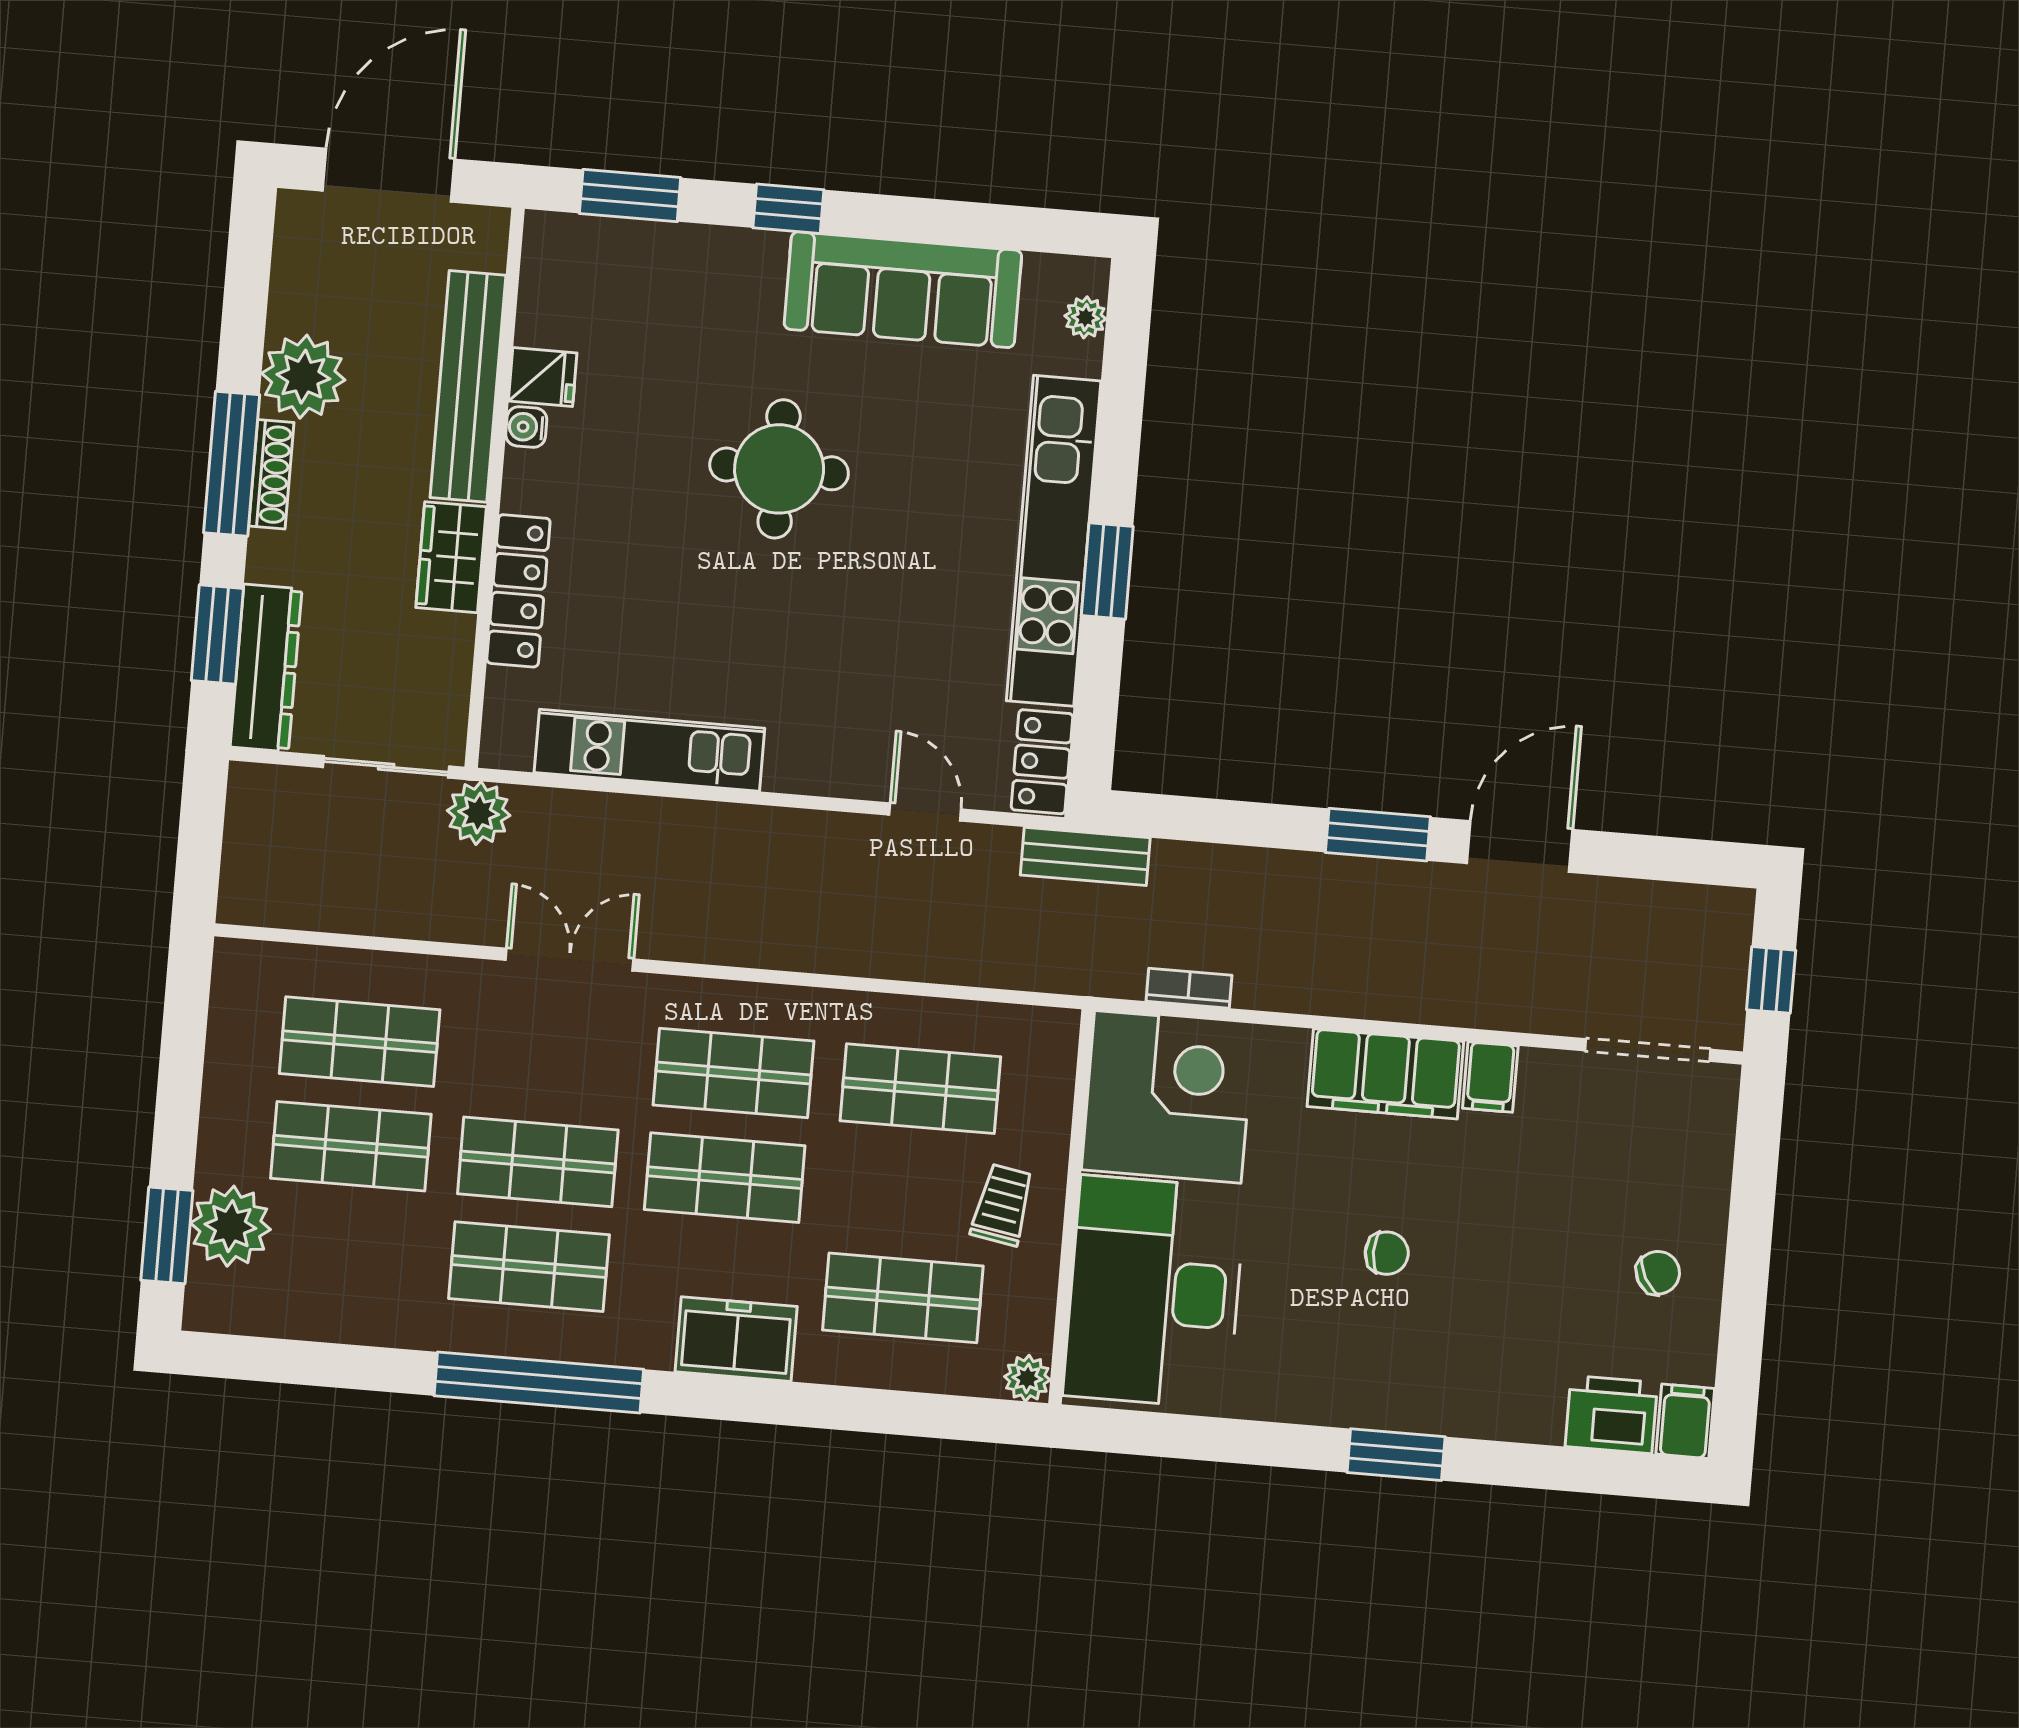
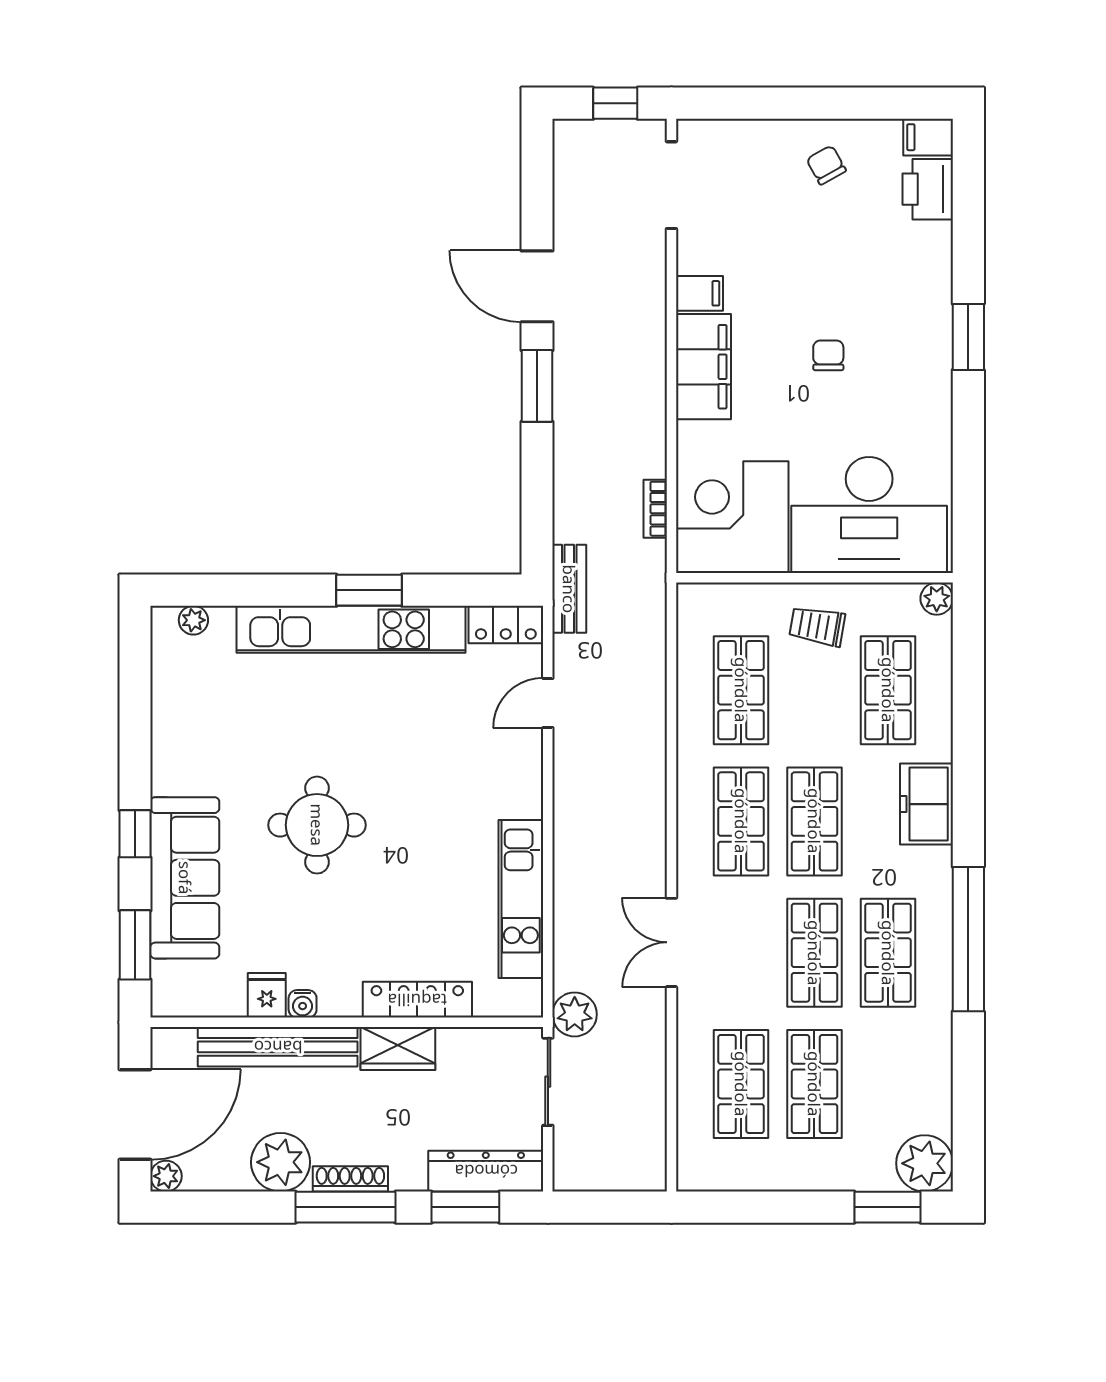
door: (389, 175) -> (135, 1115), swing flipped
plant: (297, 212) -> (166, 1176), added
sofa: (903, 290) -> (185, 878), moved
plant: (230, 1226) -> (925, 1163), moved

